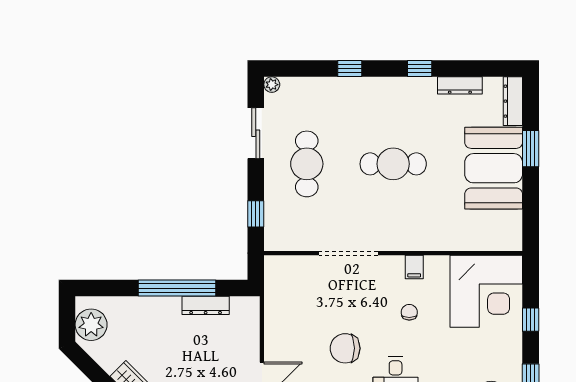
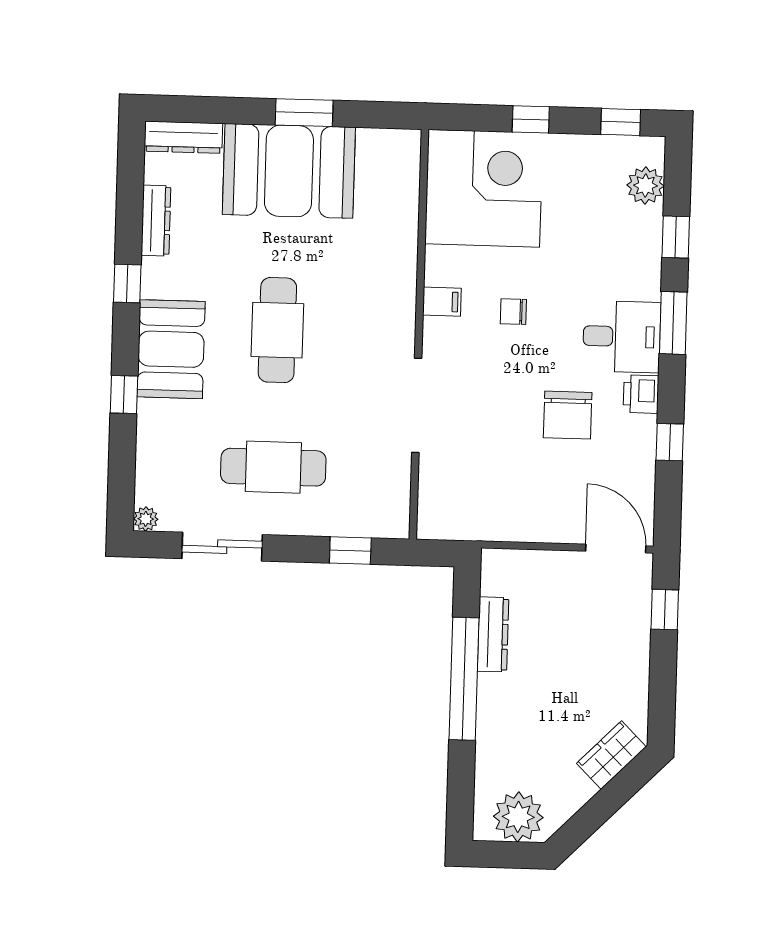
booth: (379, 97) -> (171, 349), added
window: (531, 149) -> (304, 113), moved

